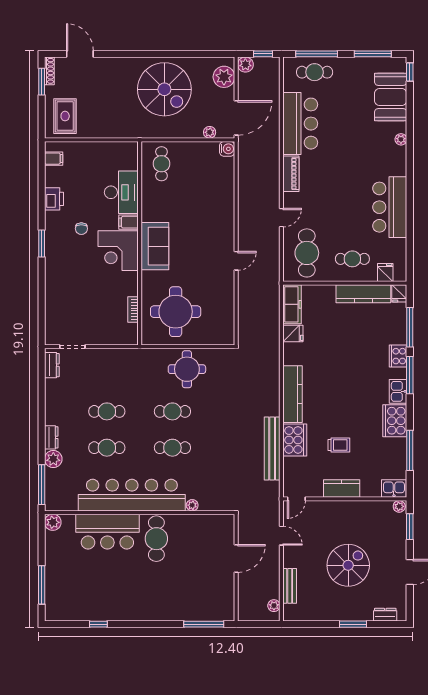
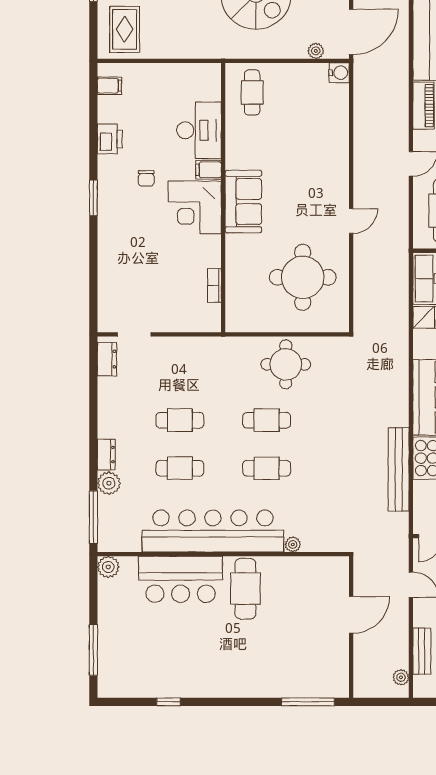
round table: (176, 312) -> (303, 277), moved

